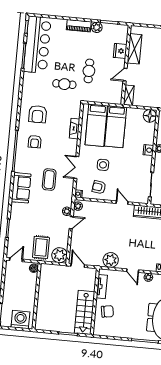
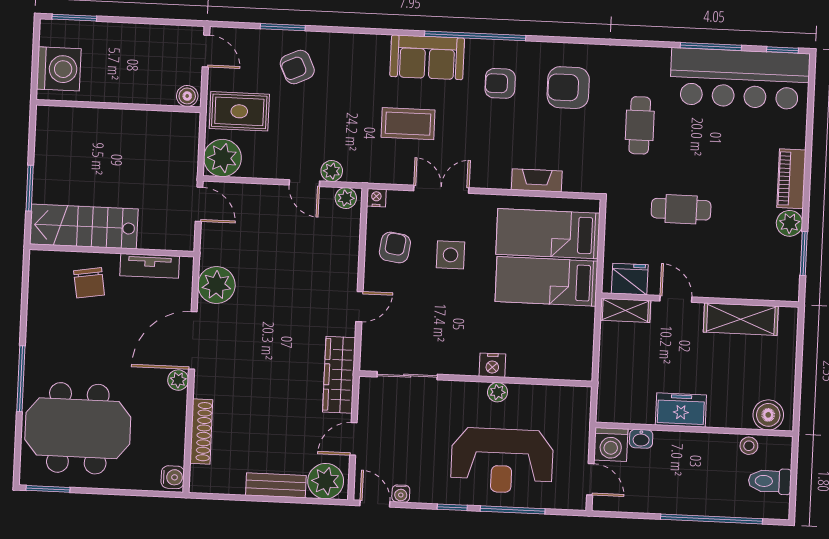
fridge: (120, 51) -> (630, 279), moved
cafe table: (64, 84) -> (640, 125), moved
floor lamp: (150, 116) -> (577, 365), removed
sofa: (21, 188) -> (427, 57), moved
armchair: (24, 223) -> (297, 67), added
door: (78, 266) -> (199, 204), hinge flipped
door: (133, 271) -> (193, 340), width x1.87

